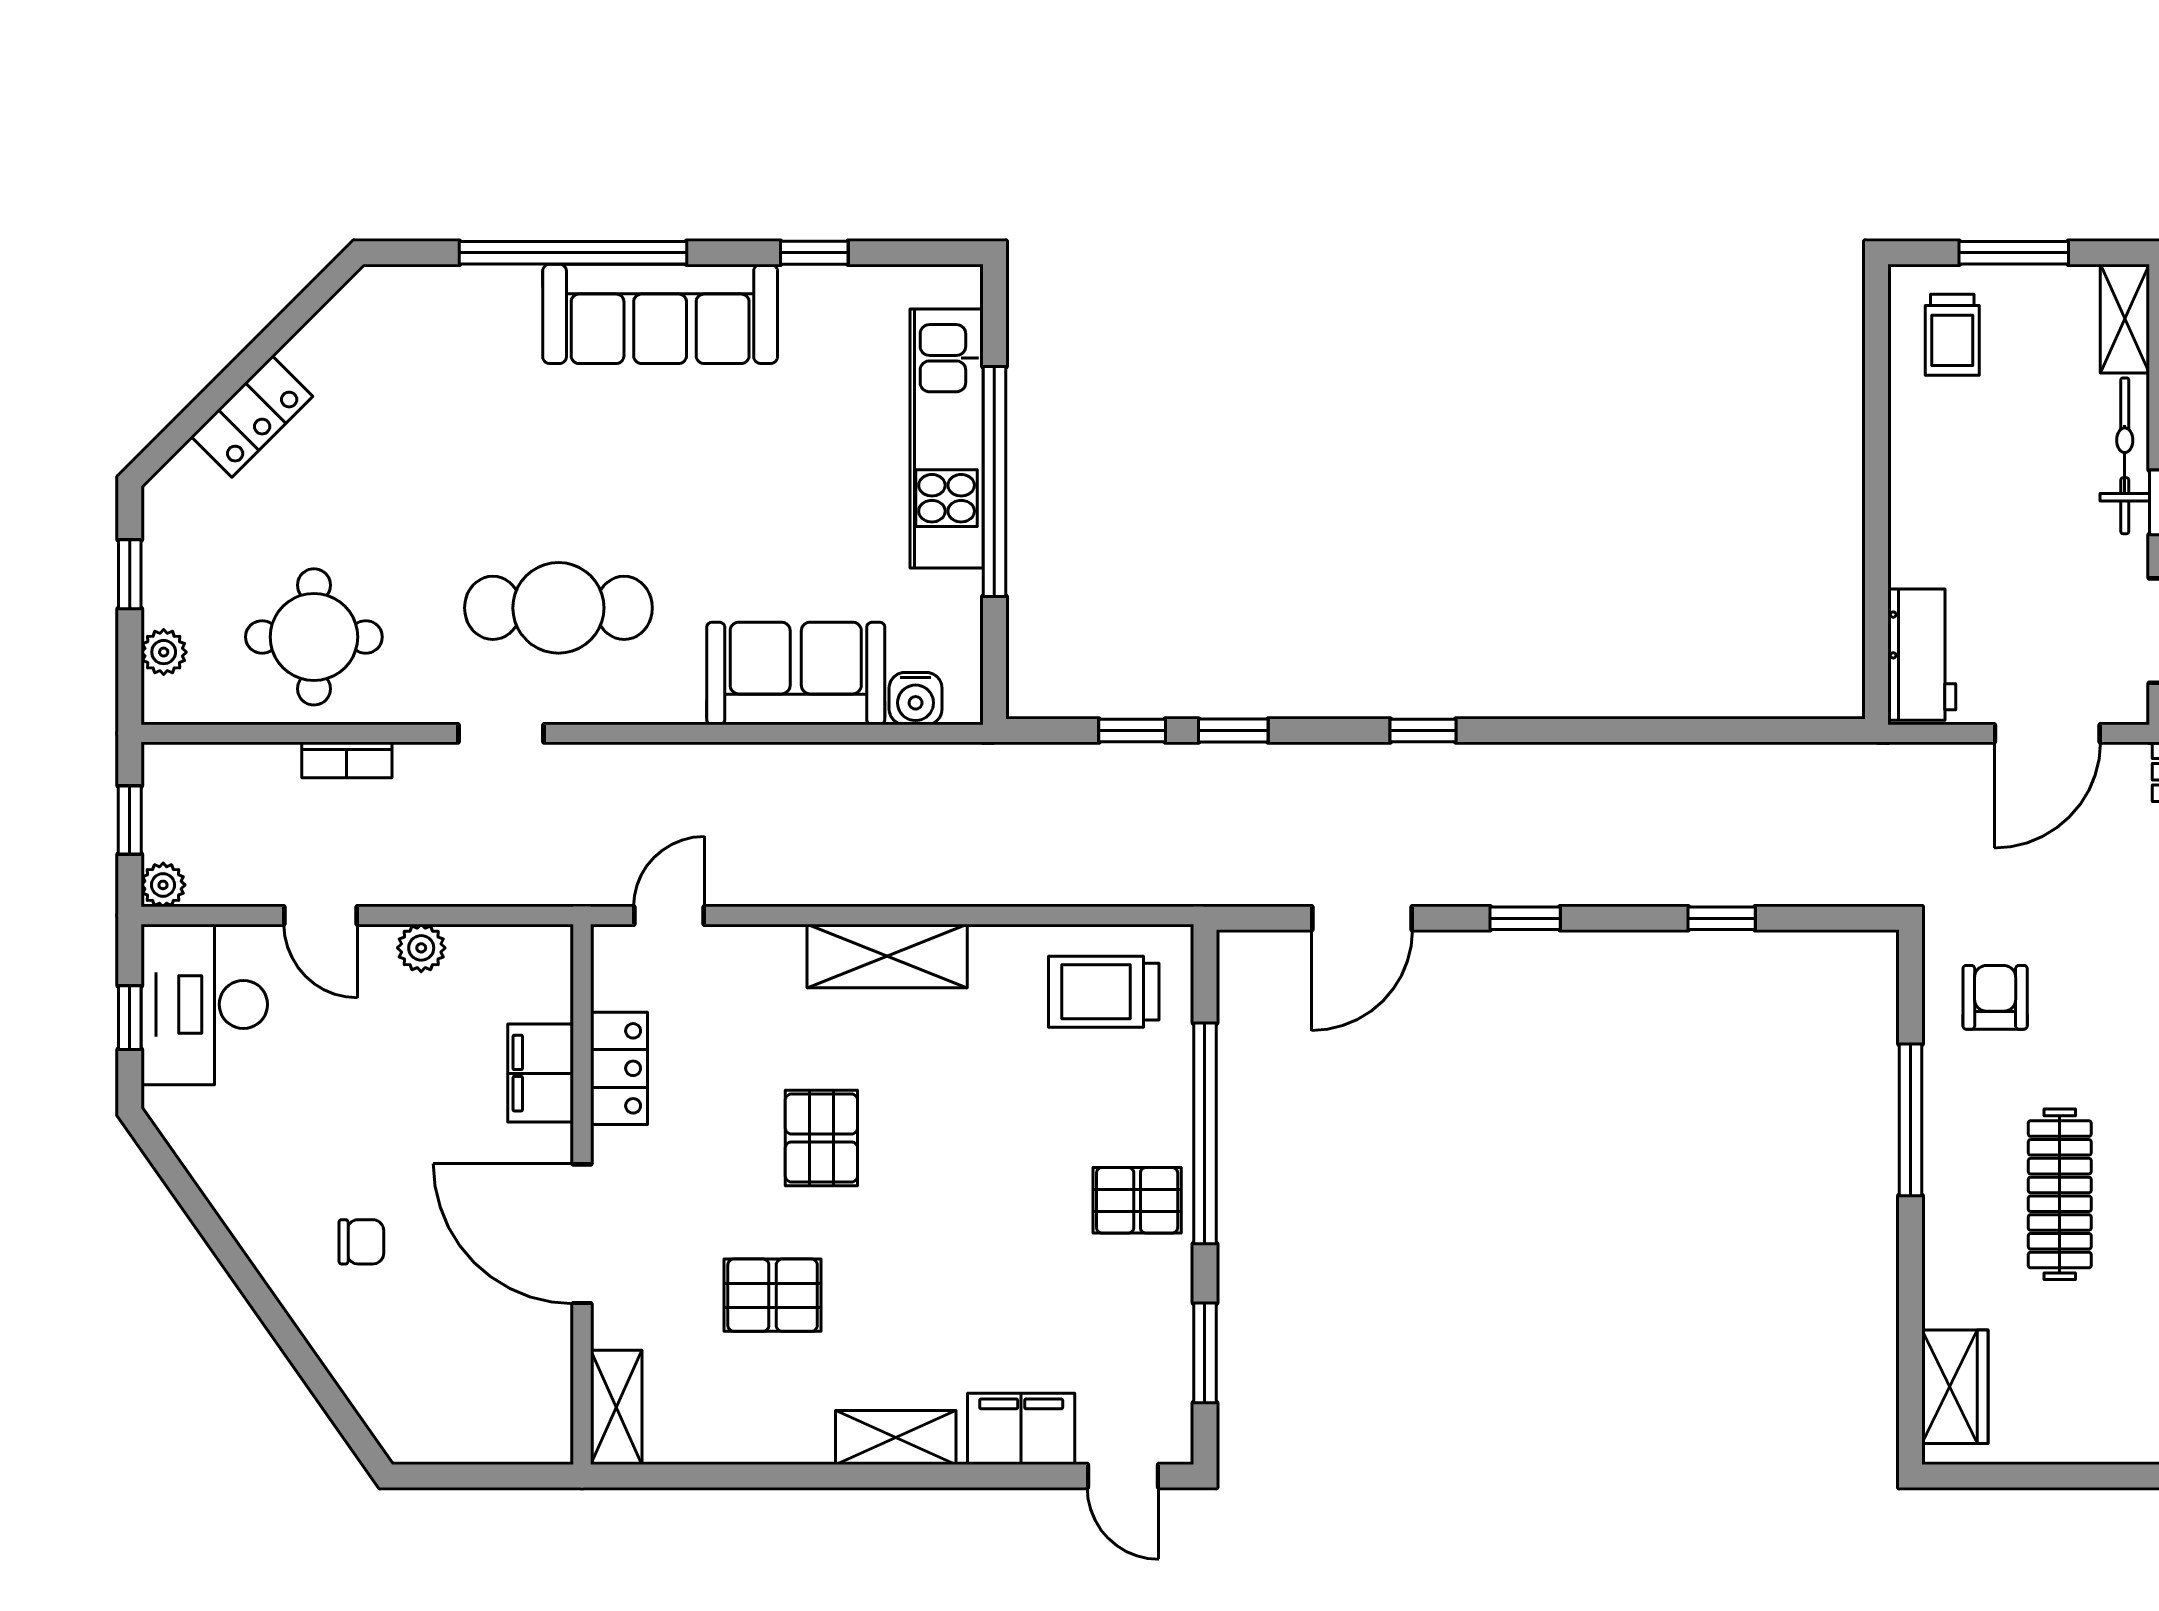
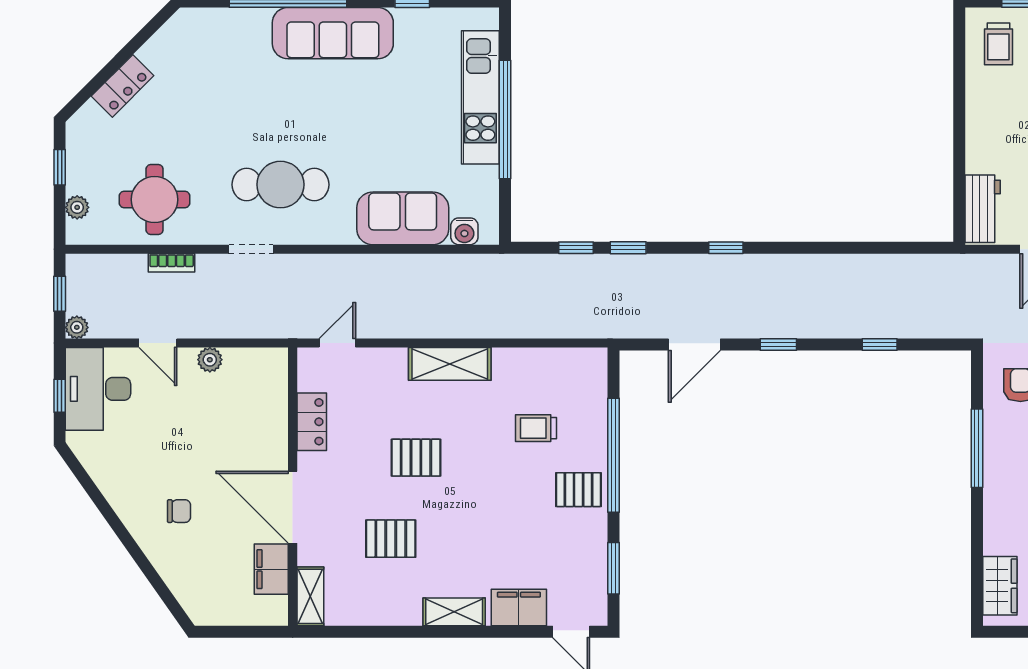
trolley: (1104, 992) -> (536, 428), moved, width x0.73, depth x0.72
filing cabinet: (541, 1073) -> (271, 569), moved
pallet: (821, 1138) -> (416, 458), turned 90

